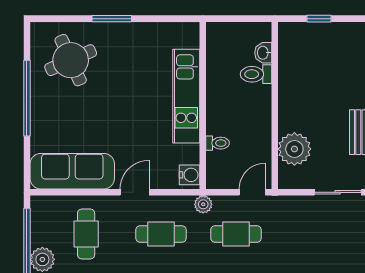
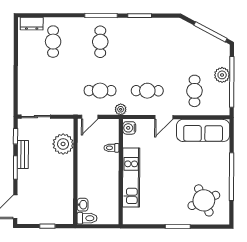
toilet: (256, 74) -> (87, 218), moved

